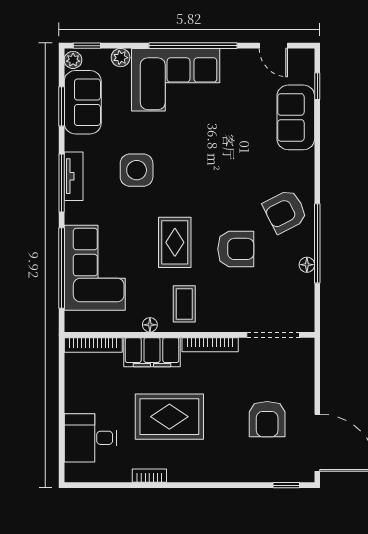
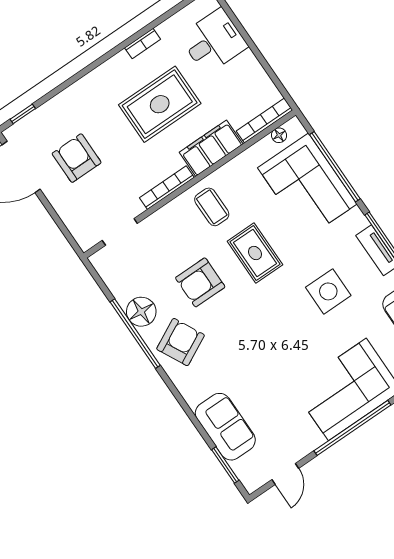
door: (273, 46) -> (285, 474), swing flipped
window: (317, 86) -> (225, 465), width x1.50
floor lamp: (307, 265) -> (141, 312), width x1.89, depth x1.89
floor lamp: (150, 325) -> (279, 135), moved
doorway: (273, 335) -> (120, 232), width x0.73

